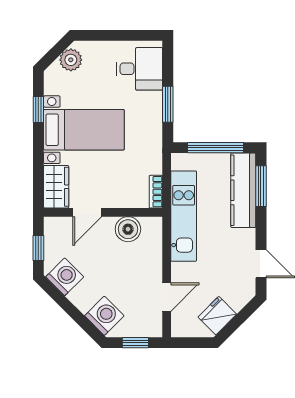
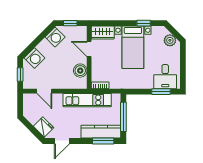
window: (168, 104) -> (161, 92), moved
fridge: (217, 316) -> (44, 127), moved

